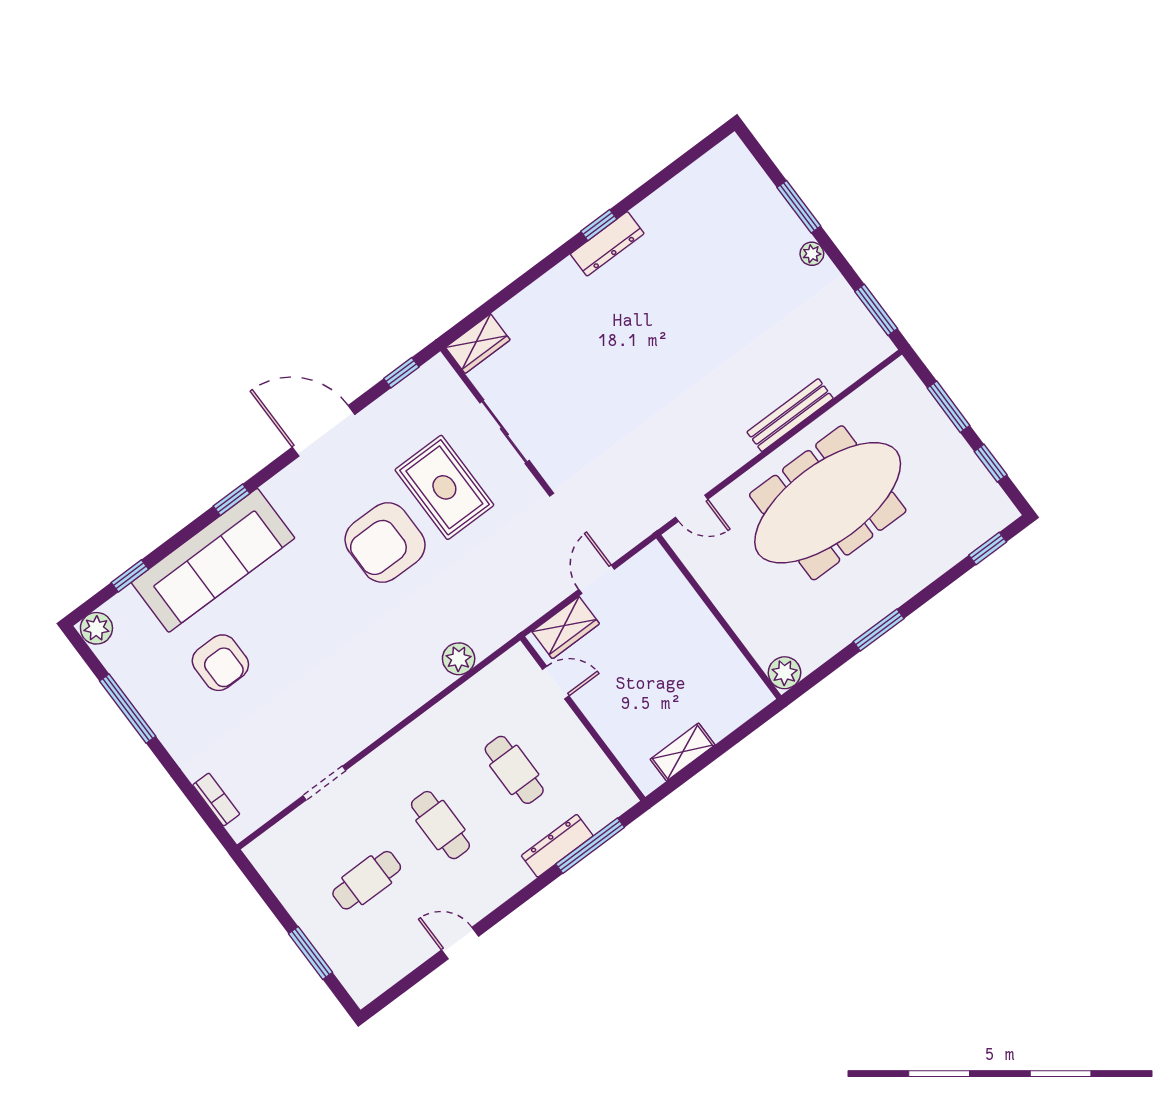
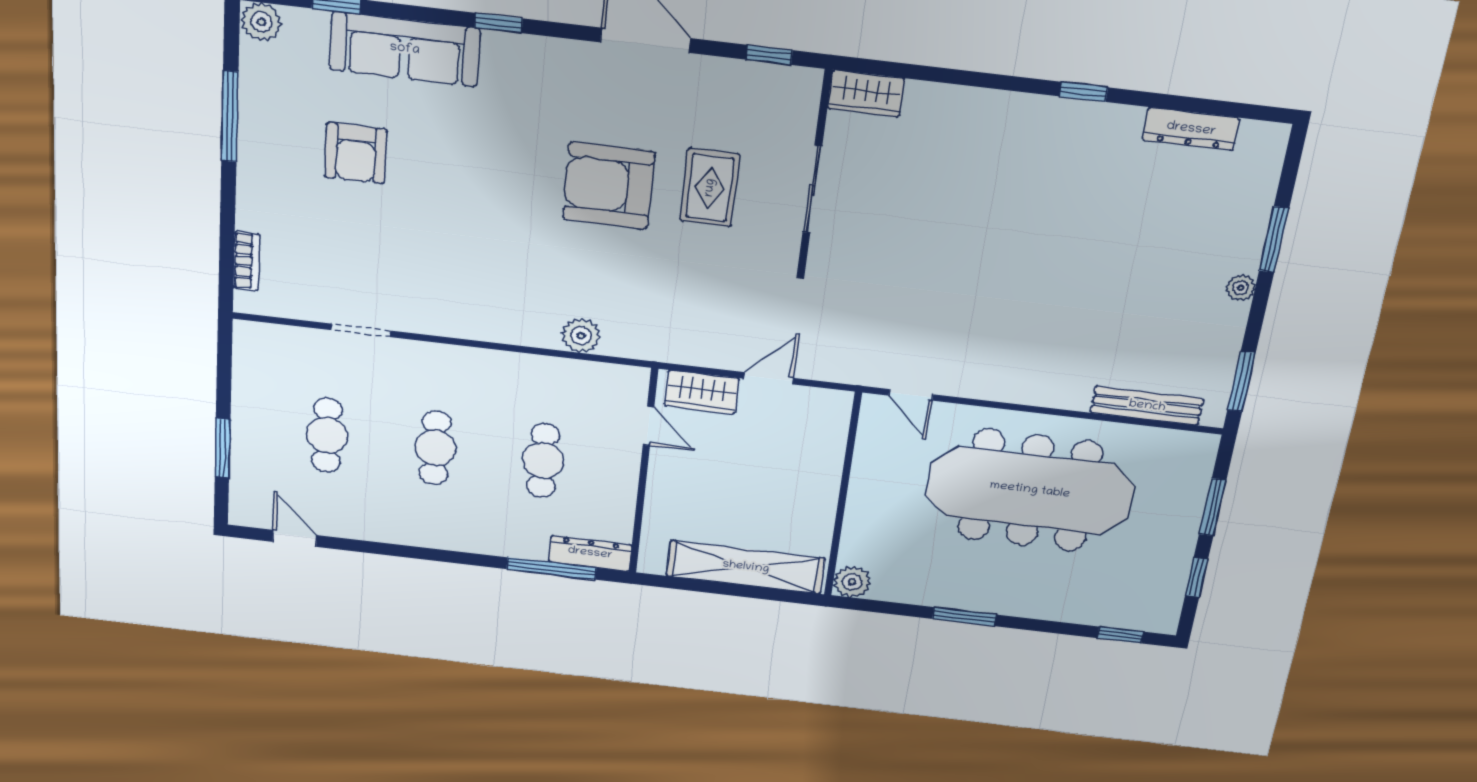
dresser: (607, 244) -> (1191, 129), moved
bench: (790, 415) -> (1147, 406), moved
rug: (444, 487) -> (710, 188), width x0.73, depth x0.70
sofa: (213, 560) -> (405, 49), width x0.74, depth x0.79
shelving: (683, 752) -> (746, 567), width x2.20, depth x1.33
dresser: (557, 846) -> (590, 553), moved
cafe table: (367, 880) -> (327, 435), turned 90
door: (460, 943) -> (295, 538), moved

